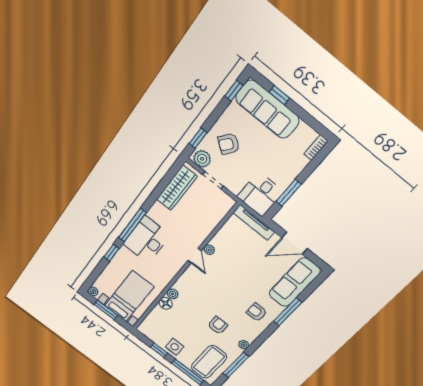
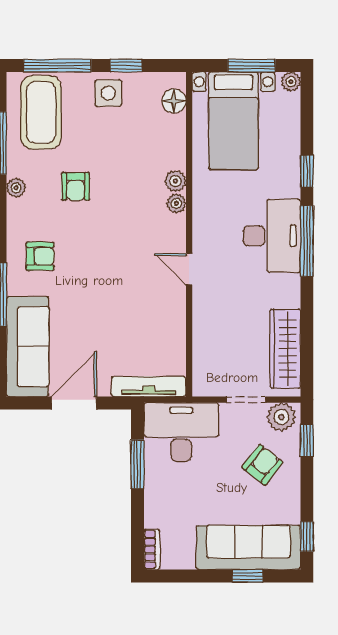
desk: (260, 194) -> (181, 432), width x1.37
plant: (209, 250) -> (176, 203), moved
floor lamp: (166, 303) -> (174, 101), moved

